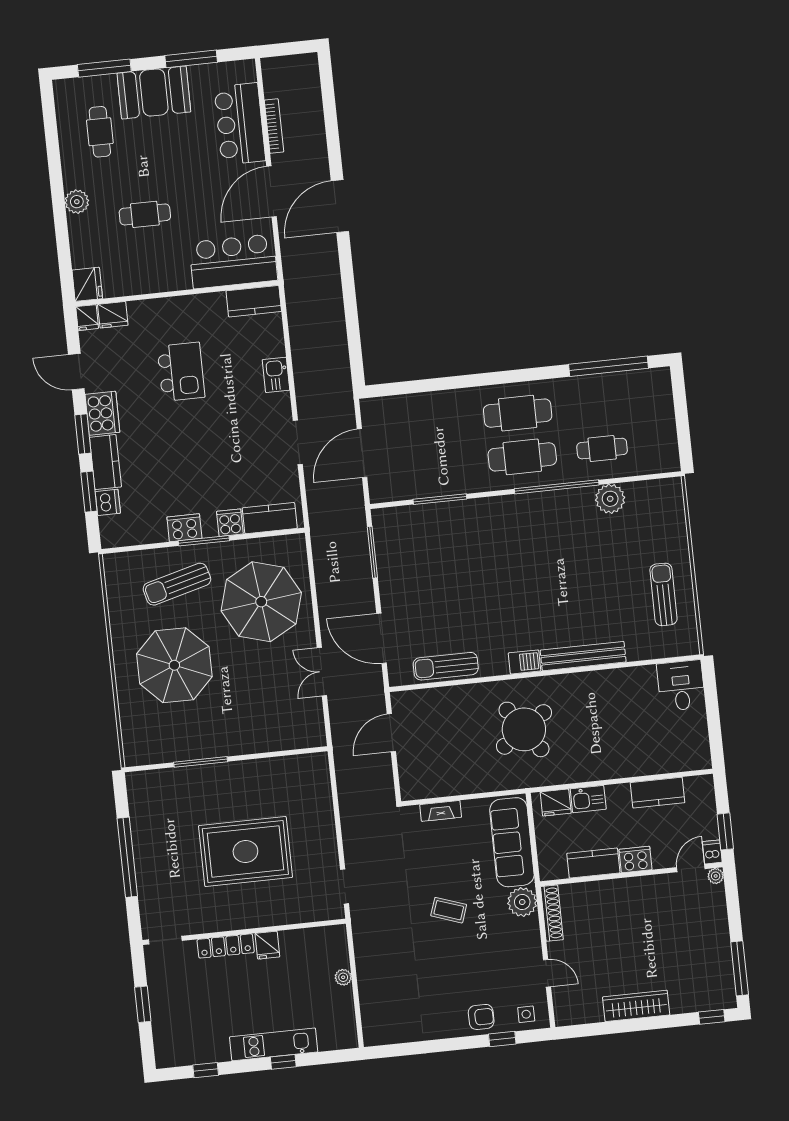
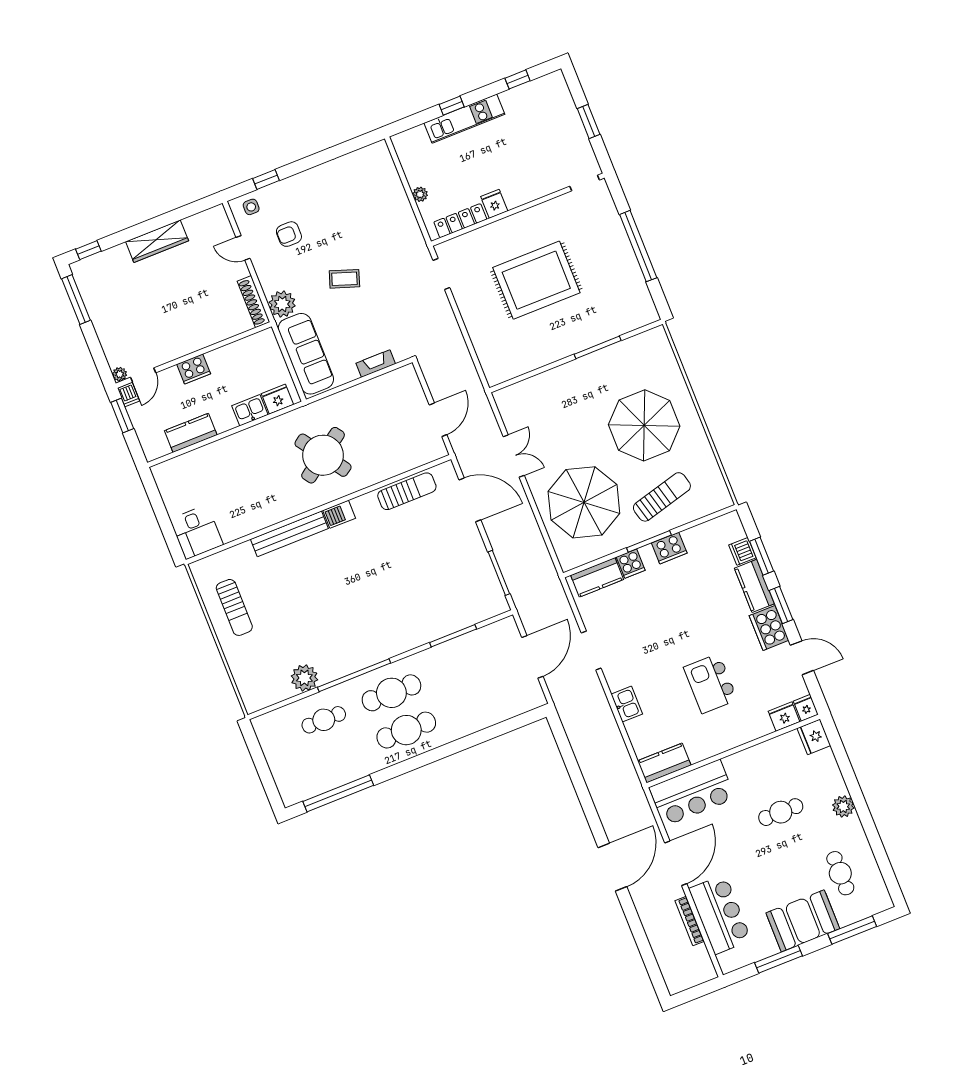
kitchen counter: (593, 863) -> (230, 355), removed
locker: (226, 946) -> (460, 221), moved
armchair: (481, 1017) -> (289, 234), moved

